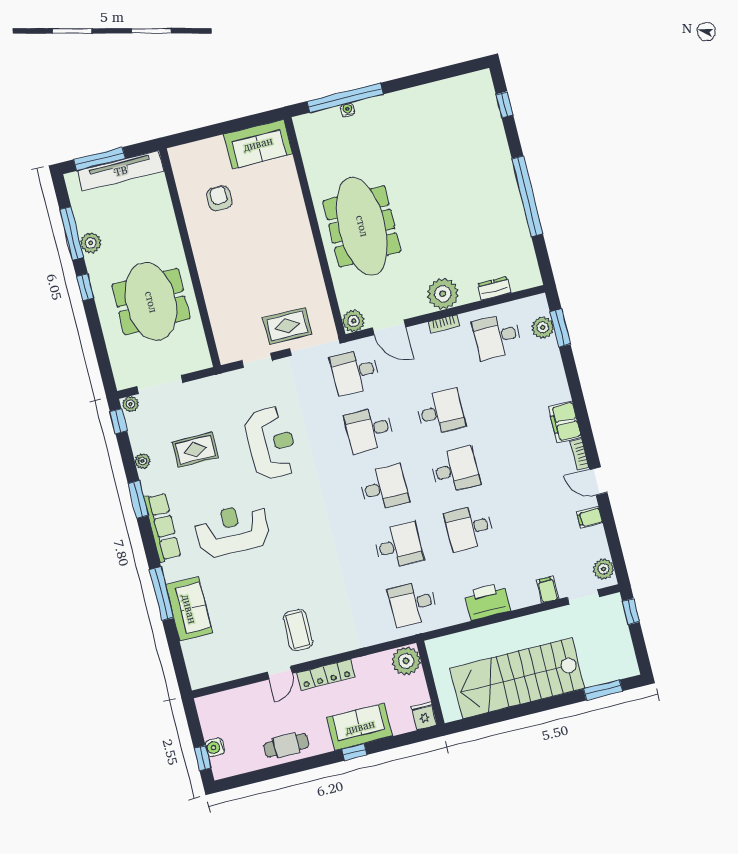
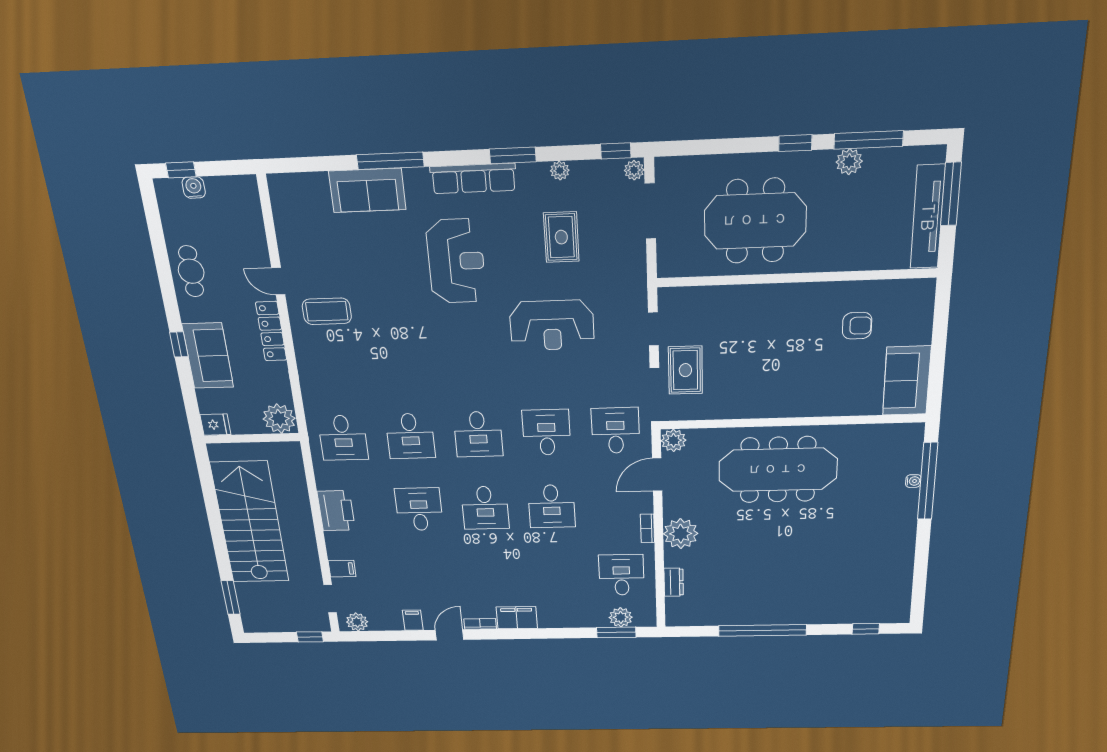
desk: (413, 604) -> (343, 438), turned 180

